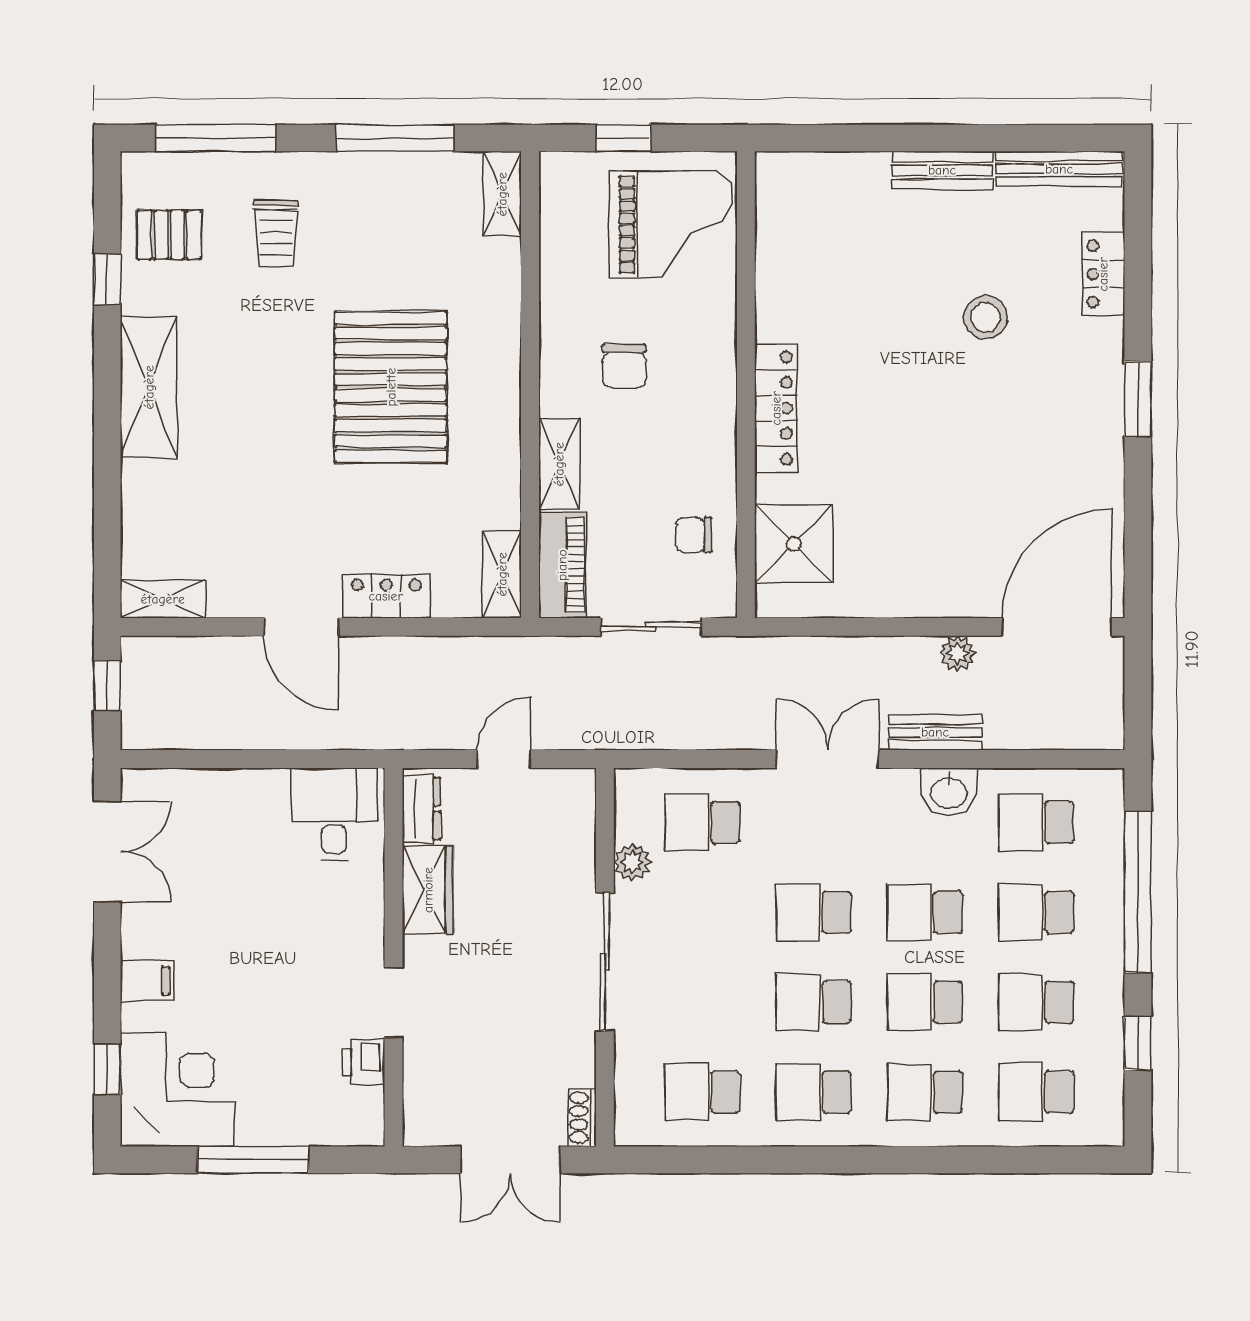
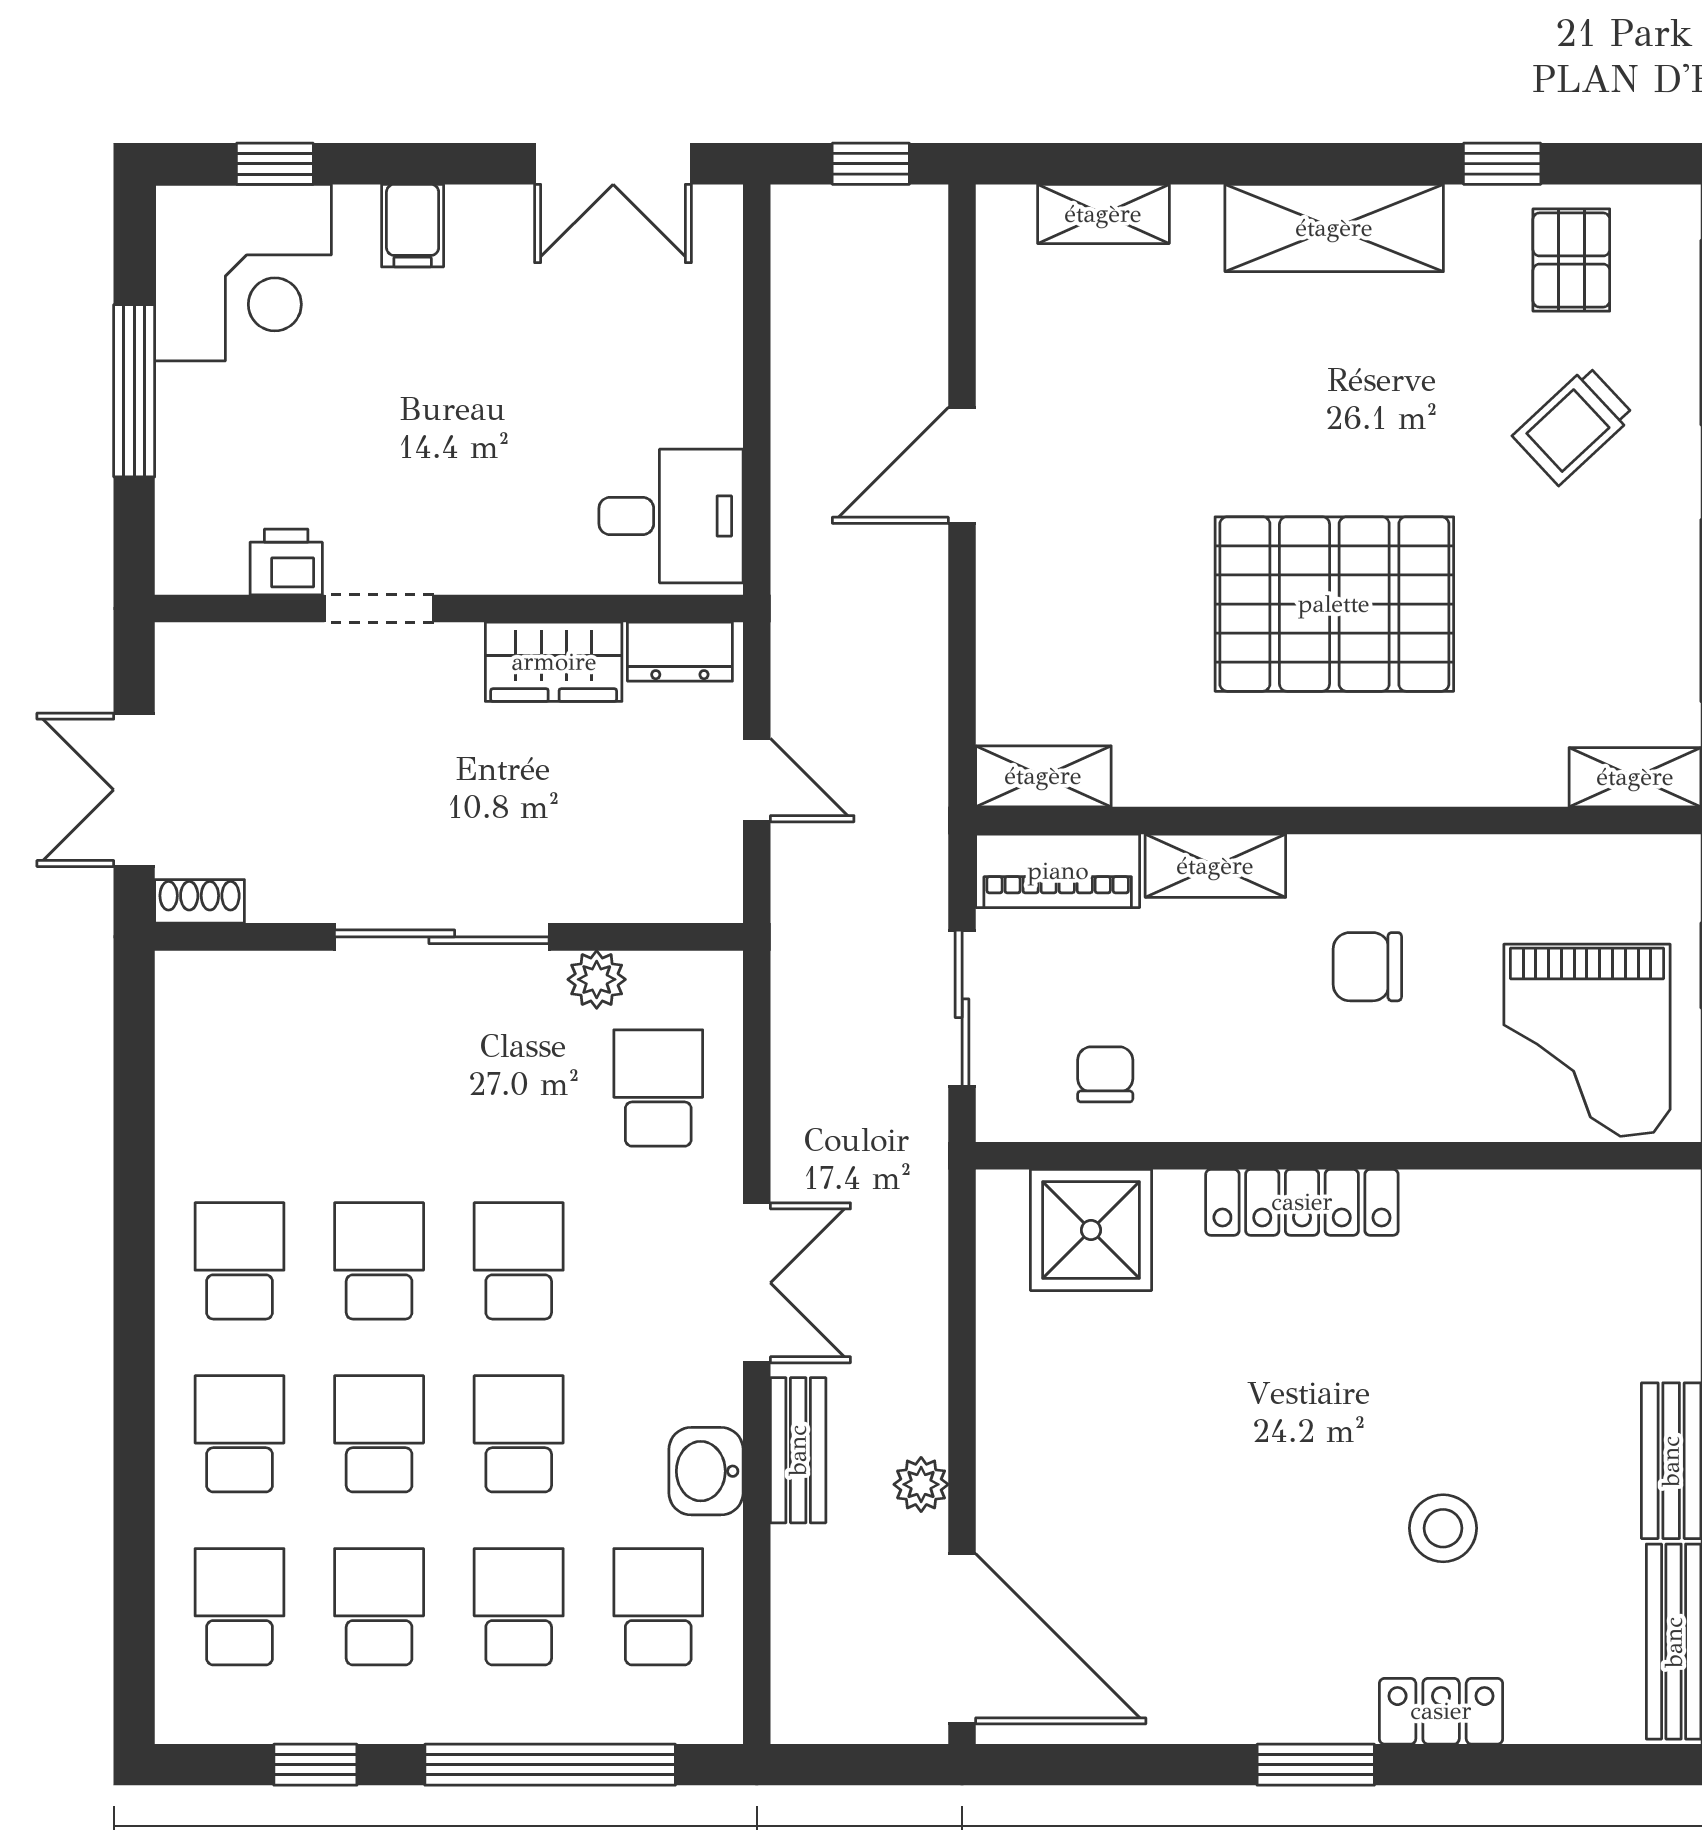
trolley: (276, 233) -> (1573, 426), turned -43
locker: (1103, 274) -> (1441, 1711), moved
locker: (386, 596) -> (1010, 597), removed
shelving: (163, 599) -> (1103, 214), moved, turned 90
school desk: (702, 1092) -> (240, 1088), removed

